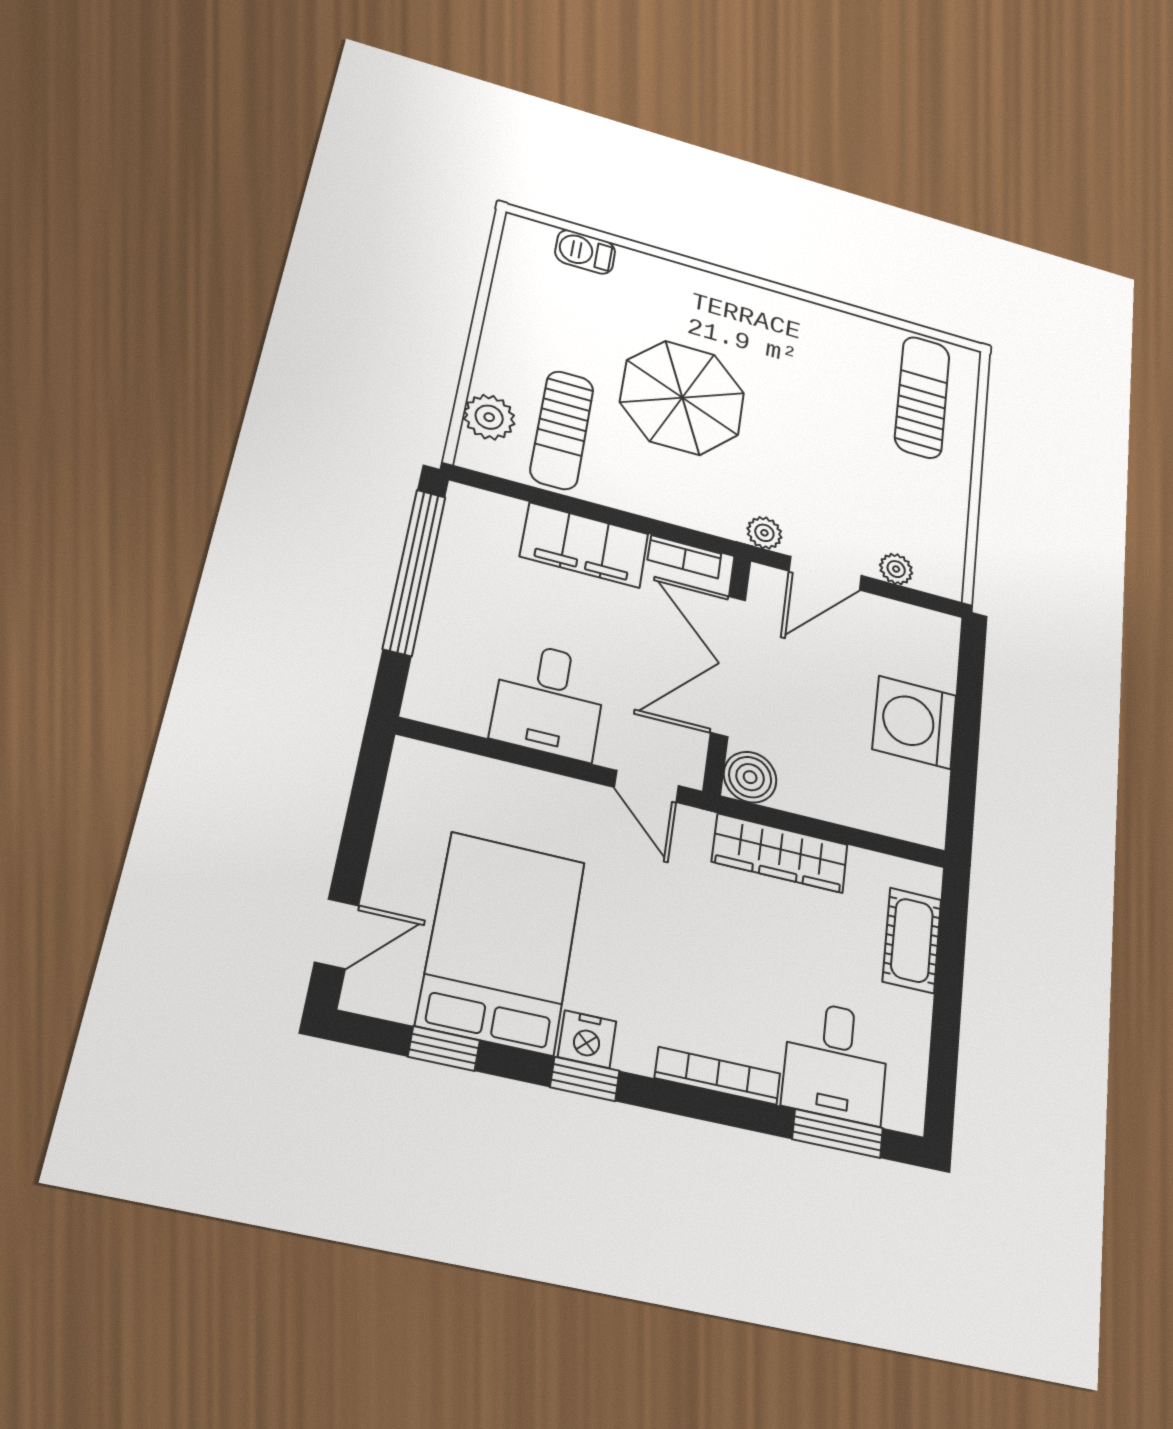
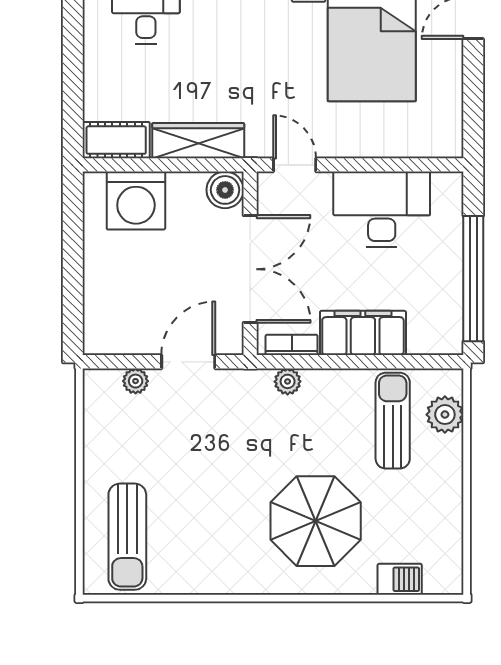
parasol: (682, 398) -> (316, 521), moved
plant: (764, 533) -> (288, 381), moved
desk: (549, 700) -> (382, 209), width x1.37
washing machine: (915, 722) -> (136, 201), moved, turned 90
cot: (912, 940) -> (116, 140), moved, turned 90

